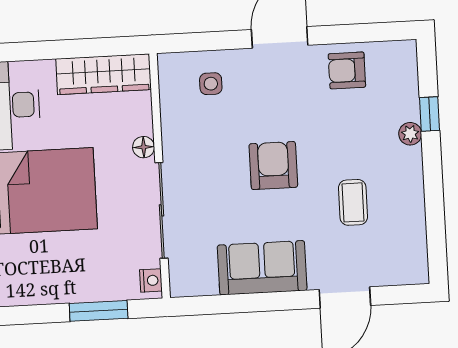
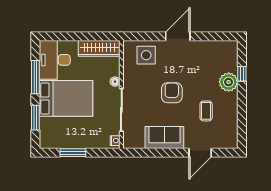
armchair: (347, 70) -> (207, 53), removed
side table: (211, 84) -> (146, 55), width x1.87, depth x1.87
plant: (410, 134) -> (229, 82), width x1.87, depth x1.87
window: (99, 311) -> (73, 153), moved

